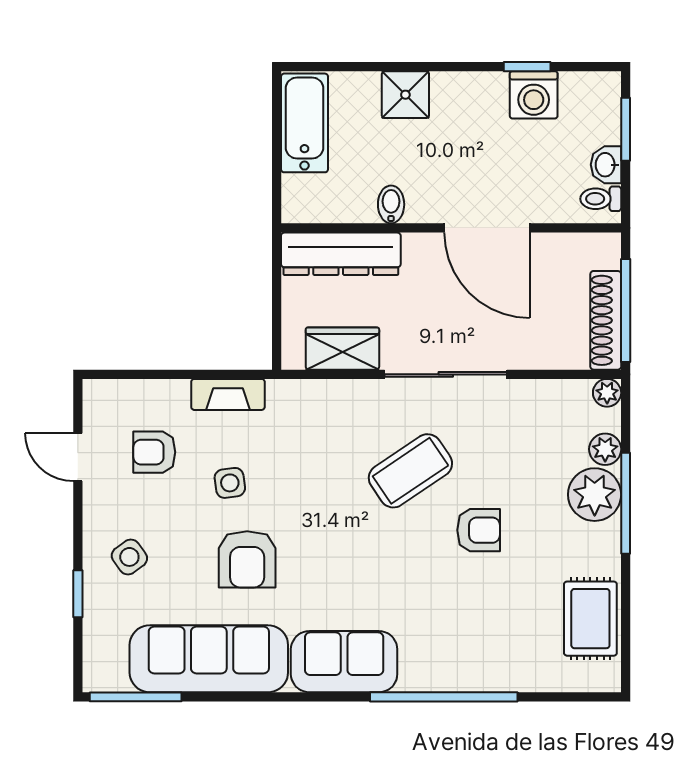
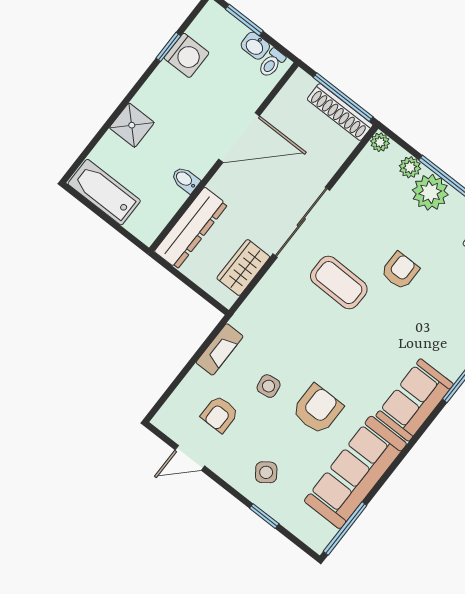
coffee table: (410, 471) -> (339, 283), turned -55
armchair: (247, 559) -> (317, 409), turned -90

